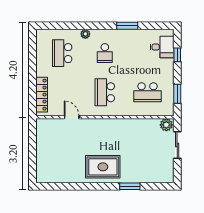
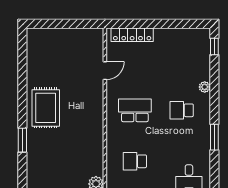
window: (52, 26) -> (214, 47), added
school desk: (62, 53) -> (182, 59), removed
school desk: (147, 92) -> (135, 161), width x0.54

